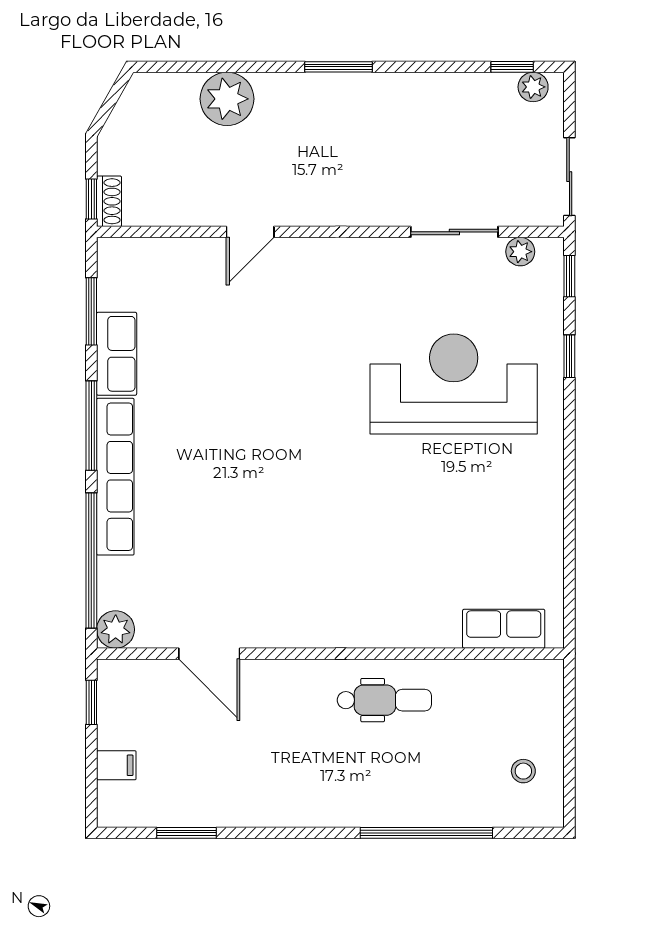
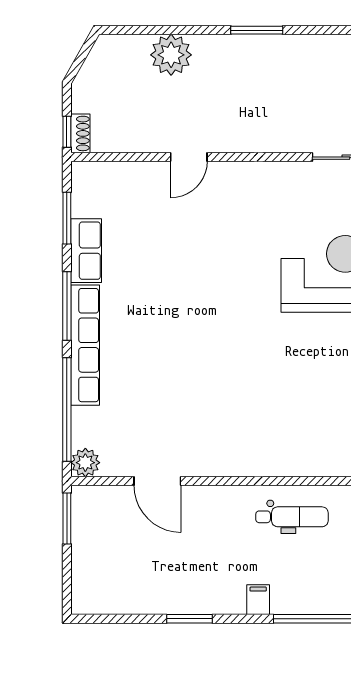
window: (91, 702) -> (67, 519), width x1.50
filing cabinet: (116, 765) -> (258, 600), moved, turned -90
window: (186, 833) -> (189, 619), moved

